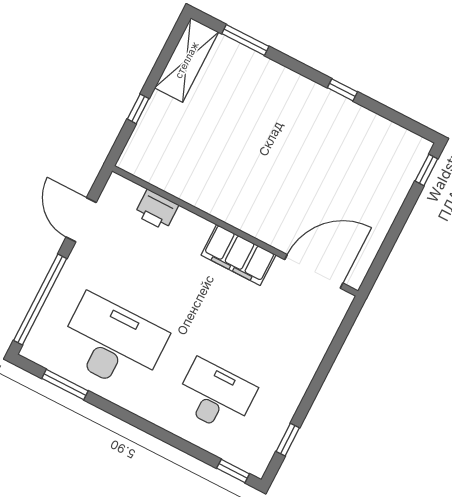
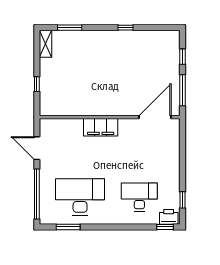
shelving: (187, 60) -> (45, 44), width x0.67, depth x0.75
window: (426, 170) -> (183, 57), moved
printer: (156, 210) -> (169, 217), moved, turned 180
window: (386, 249) -> (183, 90), added
filing cabinet: (238, 255) -> (101, 127), moved

